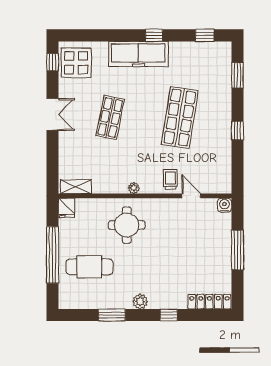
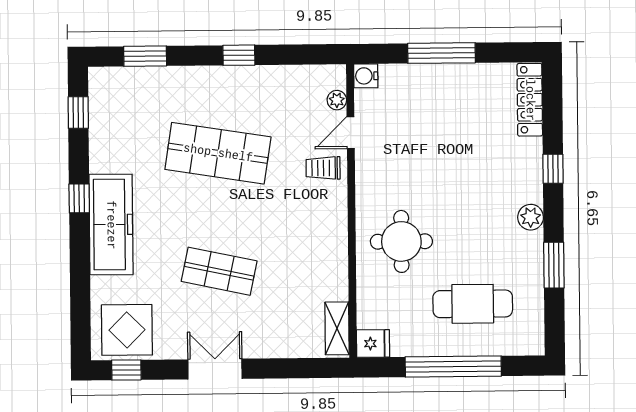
plant: (134, 188) -> (337, 100), moved
cafe table: (89, 267) -> (473, 304), turned 90

